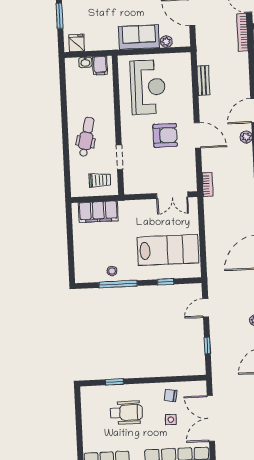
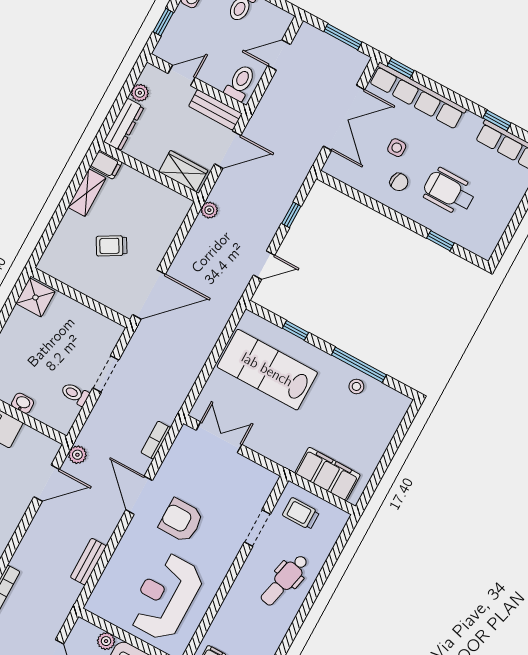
bookcase: (207, 185) -> (156, 440), moved
chair: (171, 396) -> (399, 182), moved

